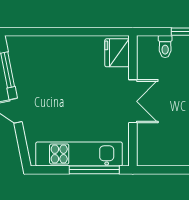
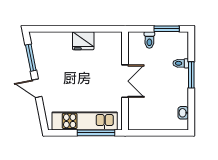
fridge: (117, 53) -> (83, 41), moved, turned -90

